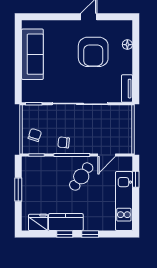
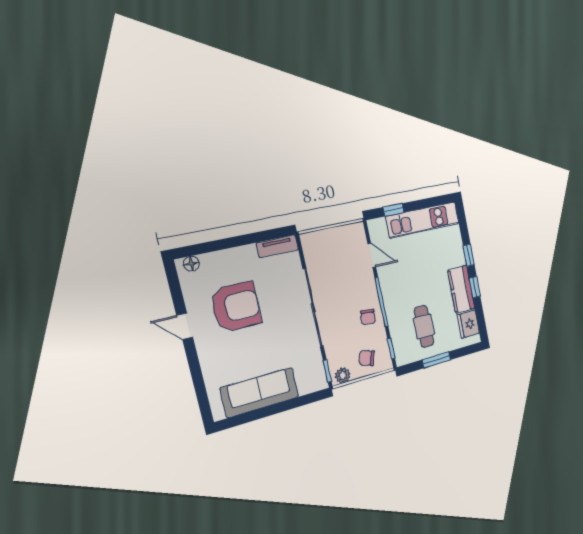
floor lamp: (127, 45) -> (191, 264), moved
plant: (27, 114) -> (343, 375), added
cafe table: (81, 176) -> (424, 326), moved, turned 54

